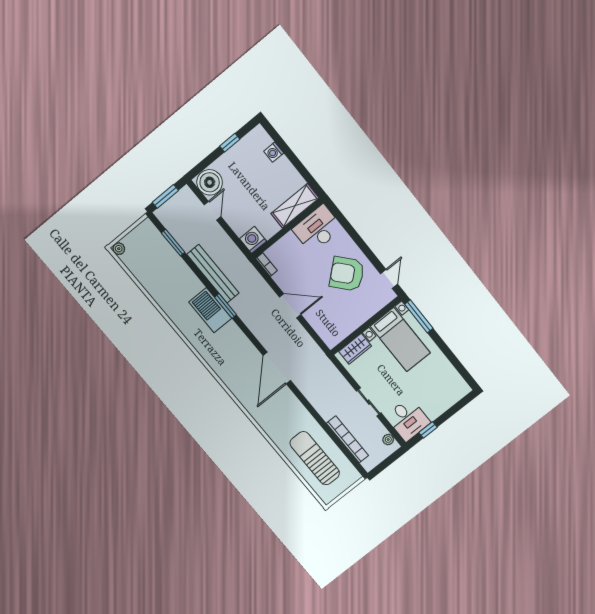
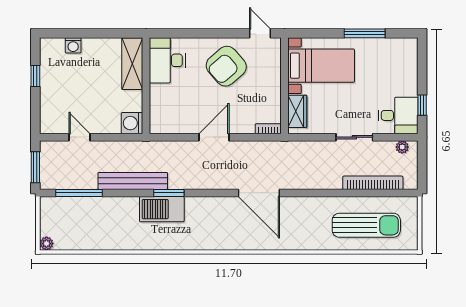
boiler: (210, 182) -> (54, 120), removed
window: (173, 243) -> (79, 193), width x1.44
bookcase: (266, 265) -> (268, 129), moved
window: (419, 316) -> (365, 33), moved
sun lounger: (315, 458) -> (366, 225), turned 180

